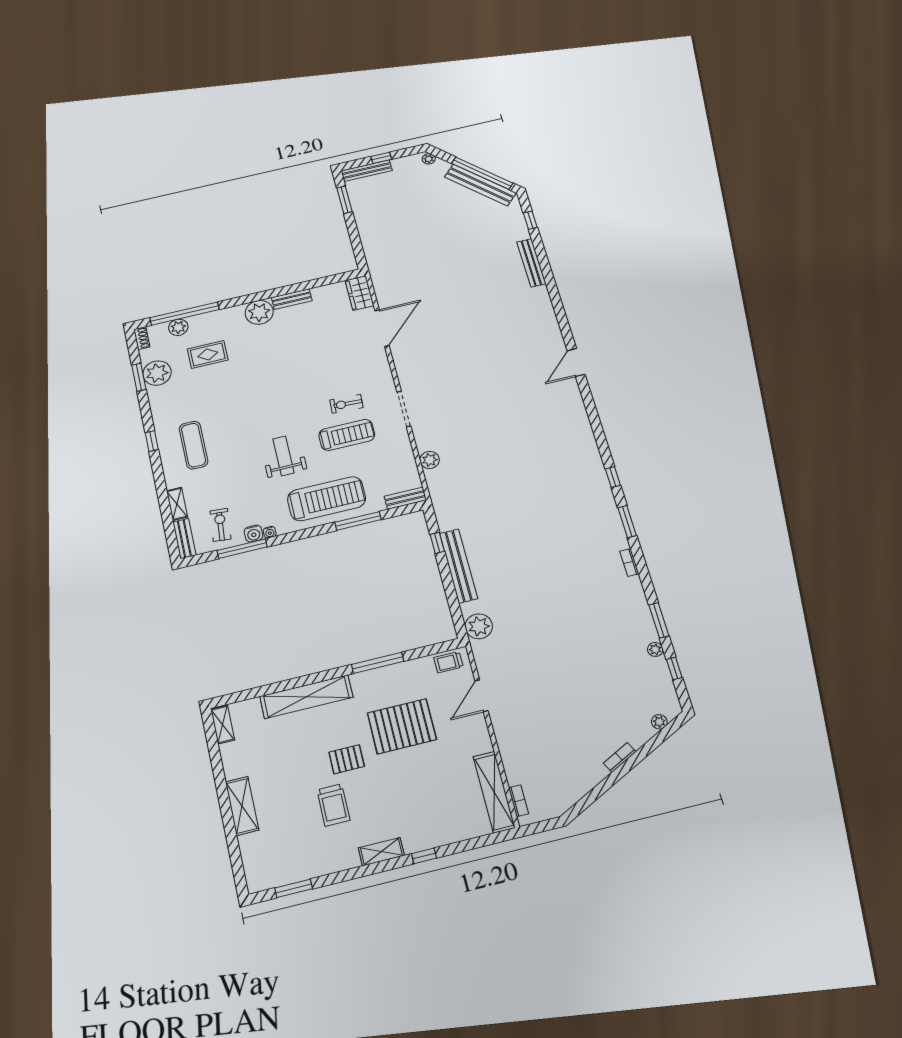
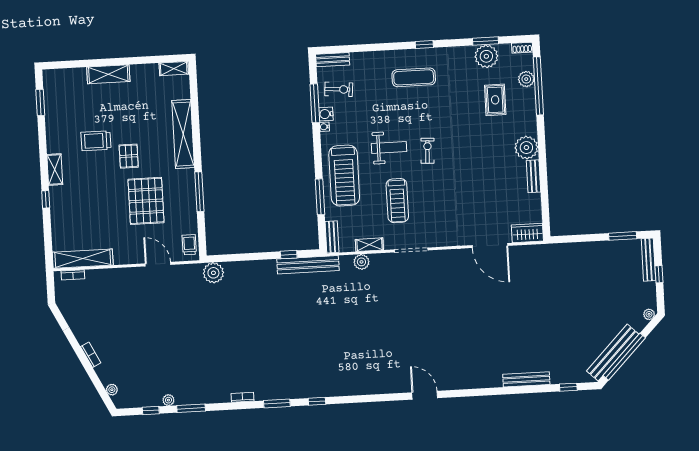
exercise bike: (346, 404) -> (427, 151), moved
shelving: (177, 504) -> (369, 245), moved
bench: (458, 566) -> (308, 265), moved

